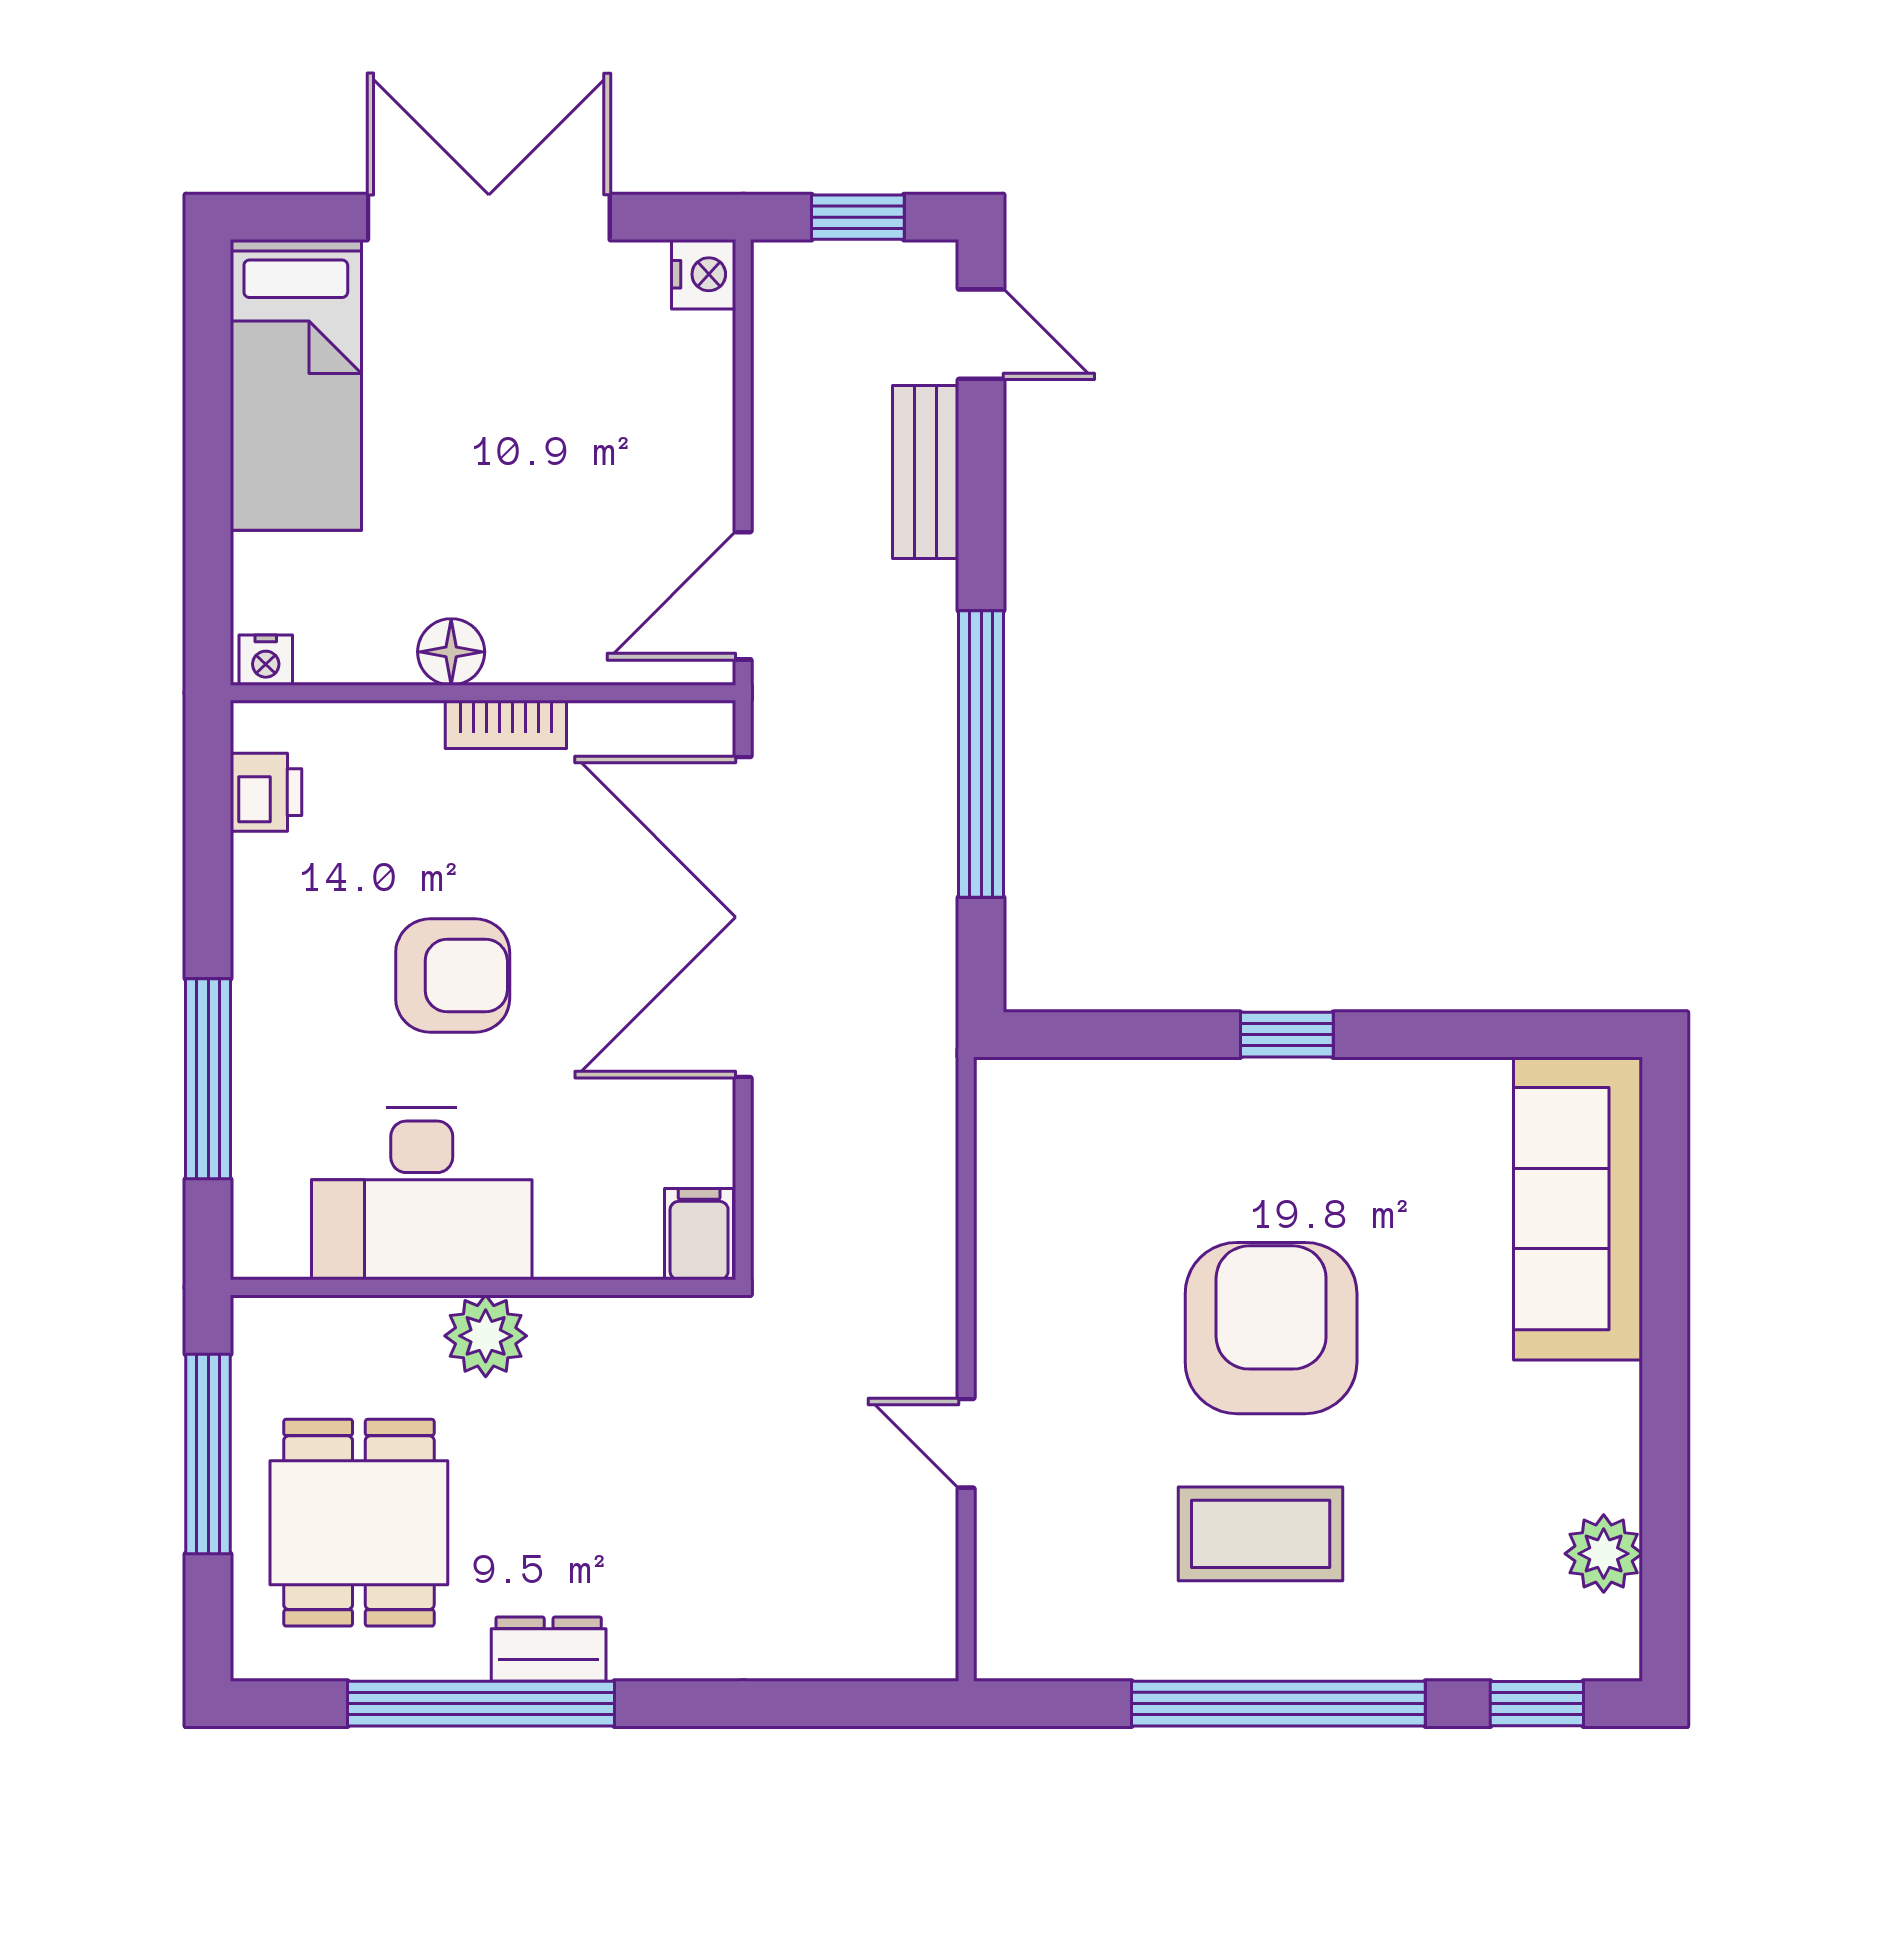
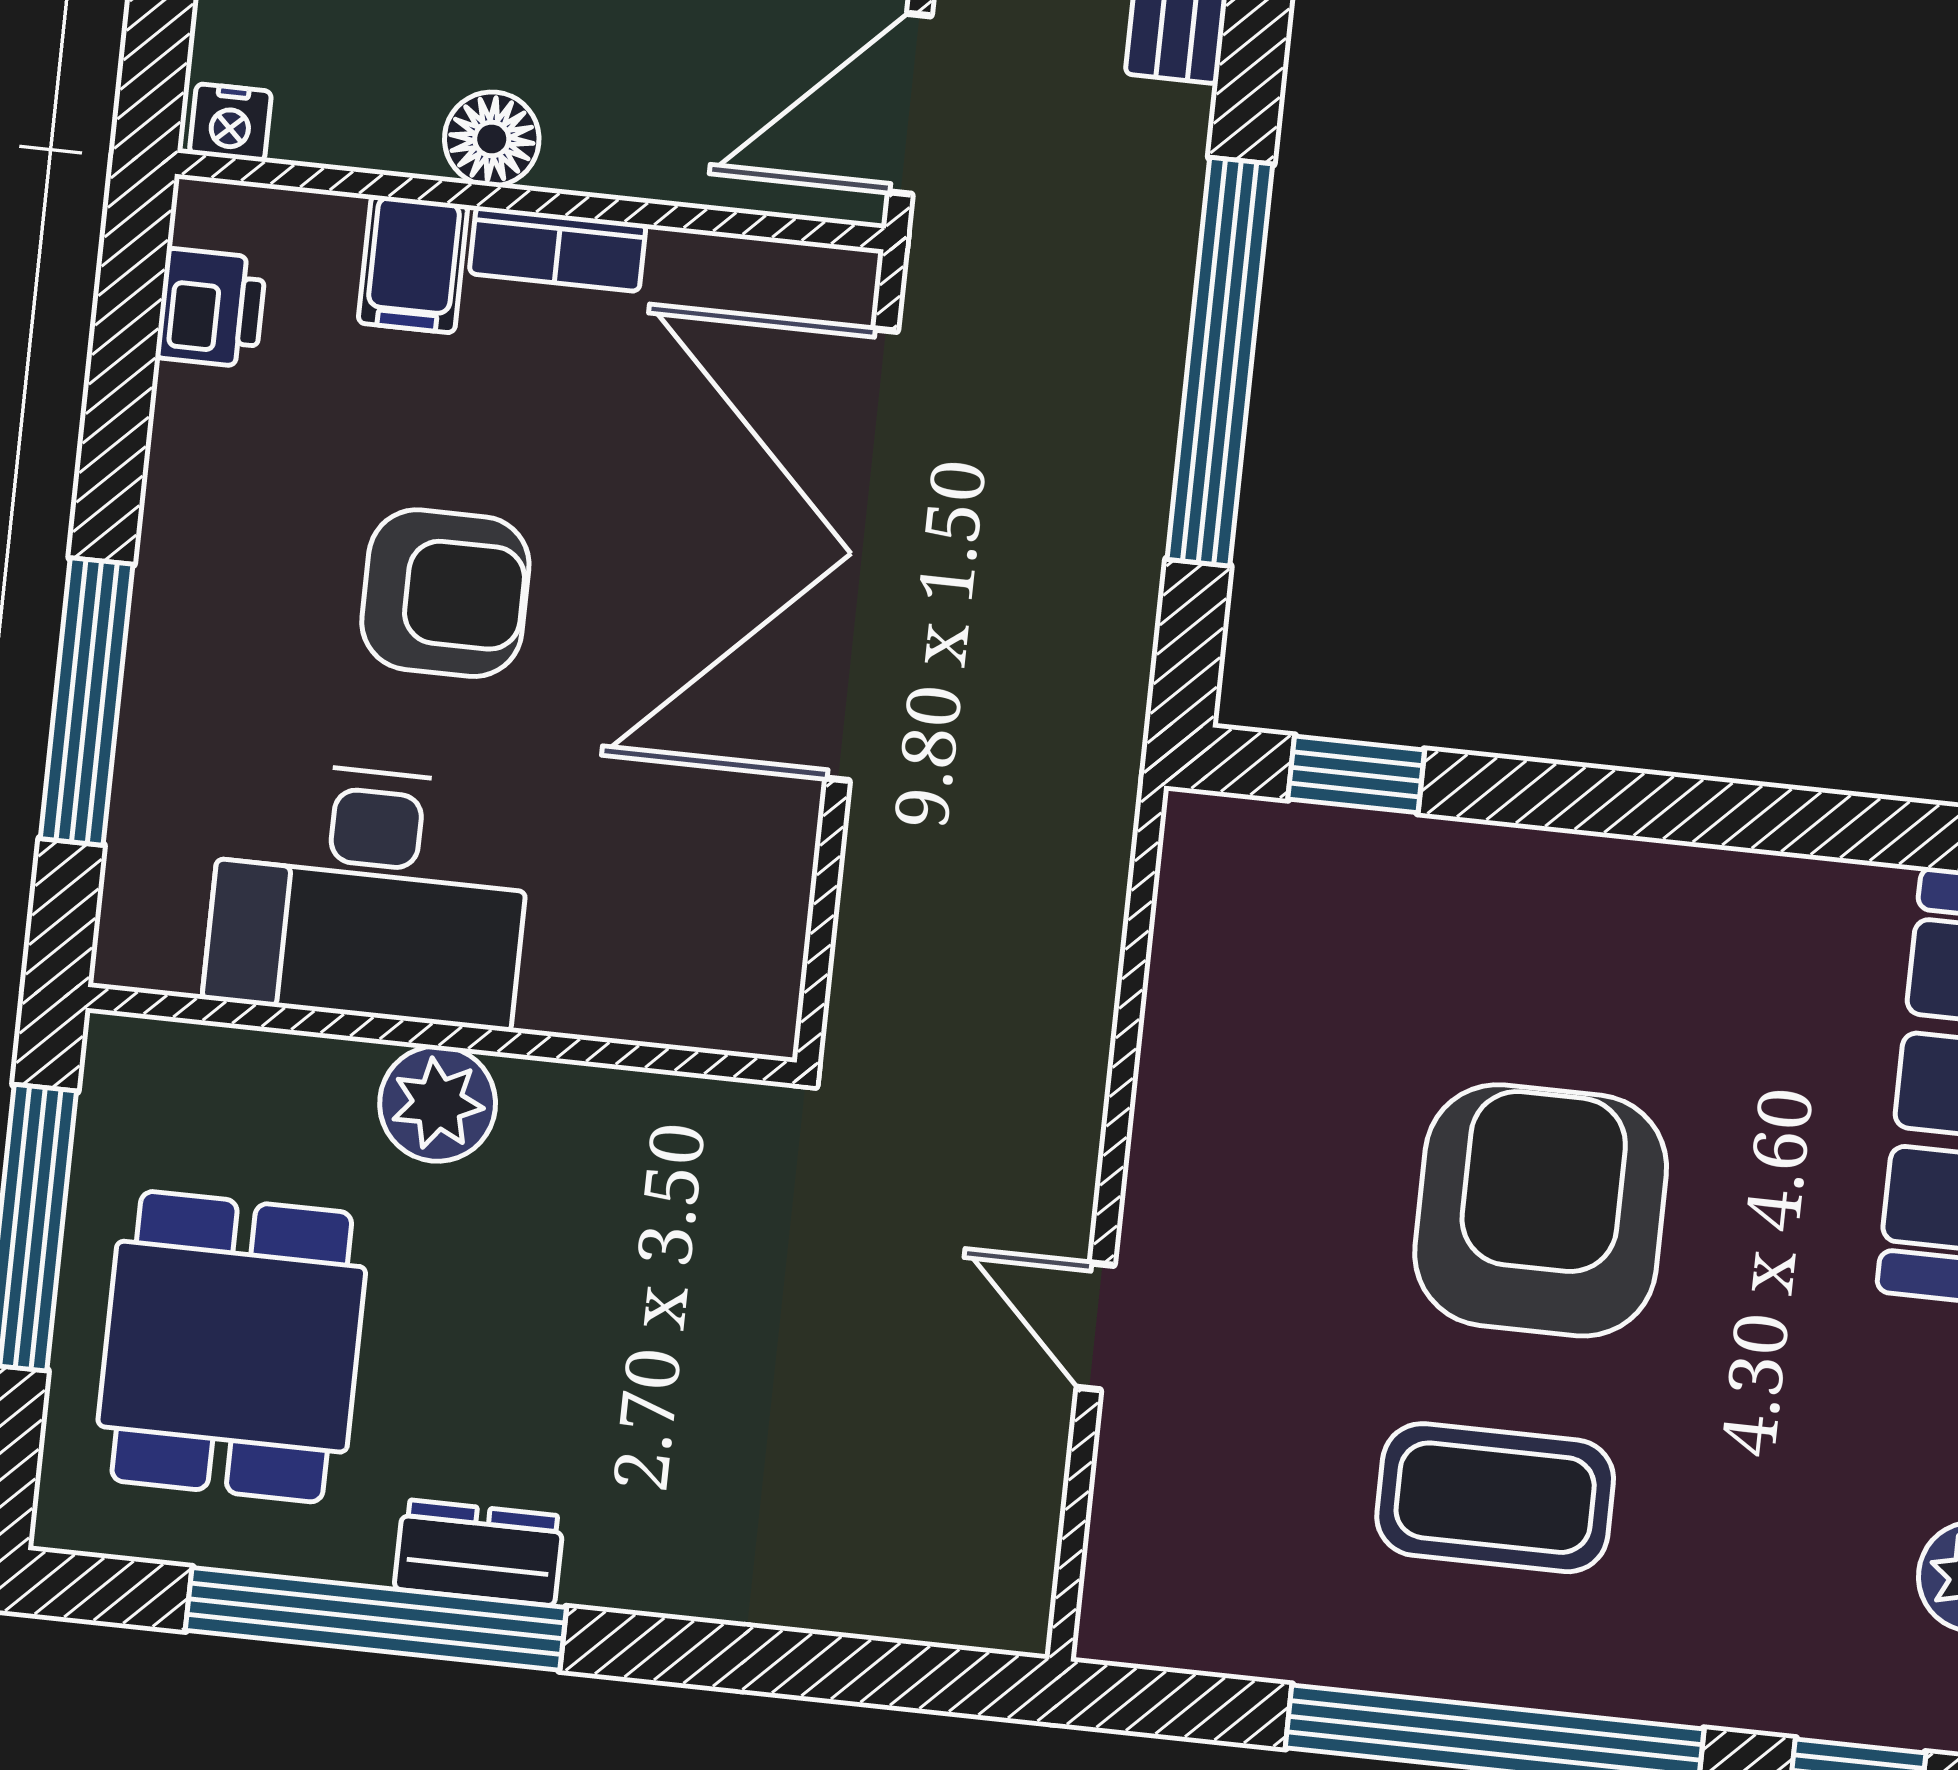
window: (1287, 1035) -> (1356, 774), moved
filing cabinet: (699, 1234) -> (413, 264), moved, turned 180

